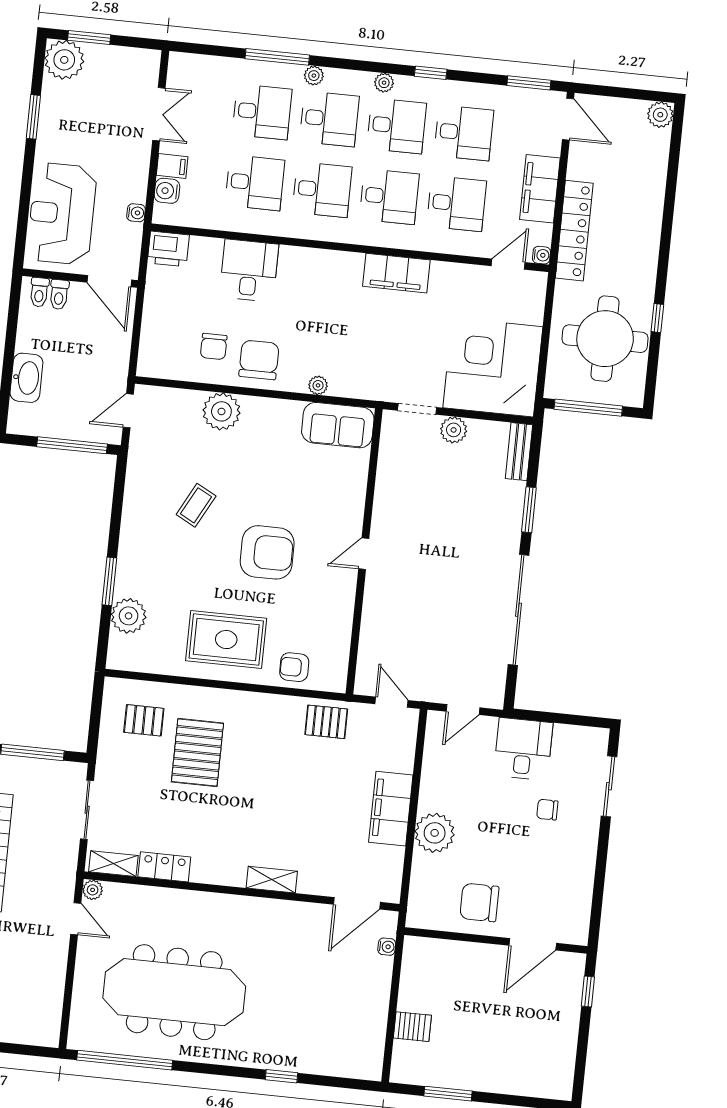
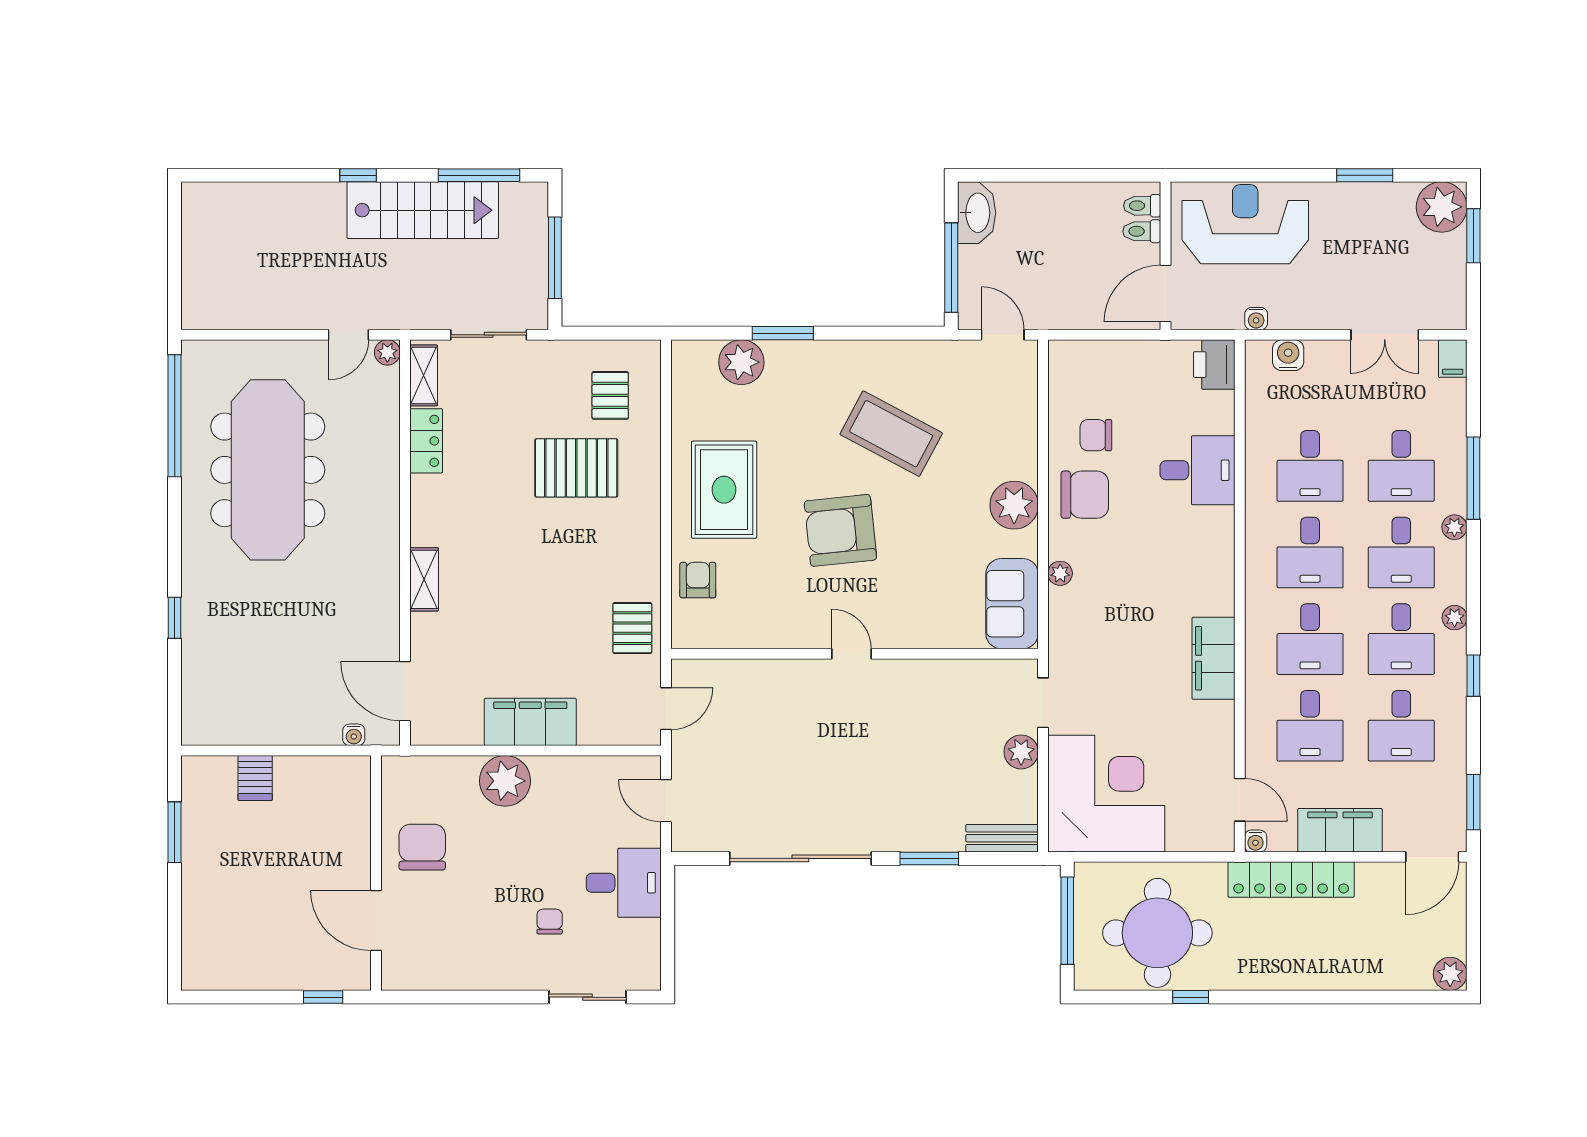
filing cabinet: (172, 166) -> (1453, 359), moved
washbasin: (26, 378) -> (977, 213), moved, turned -90
plant: (221, 411) -> (1014, 505), moved
coffee table: (196, 505) -> (891, 434), width x1.86, depth x1.72
armchair: (267, 552) -> (840, 530), turned 84

